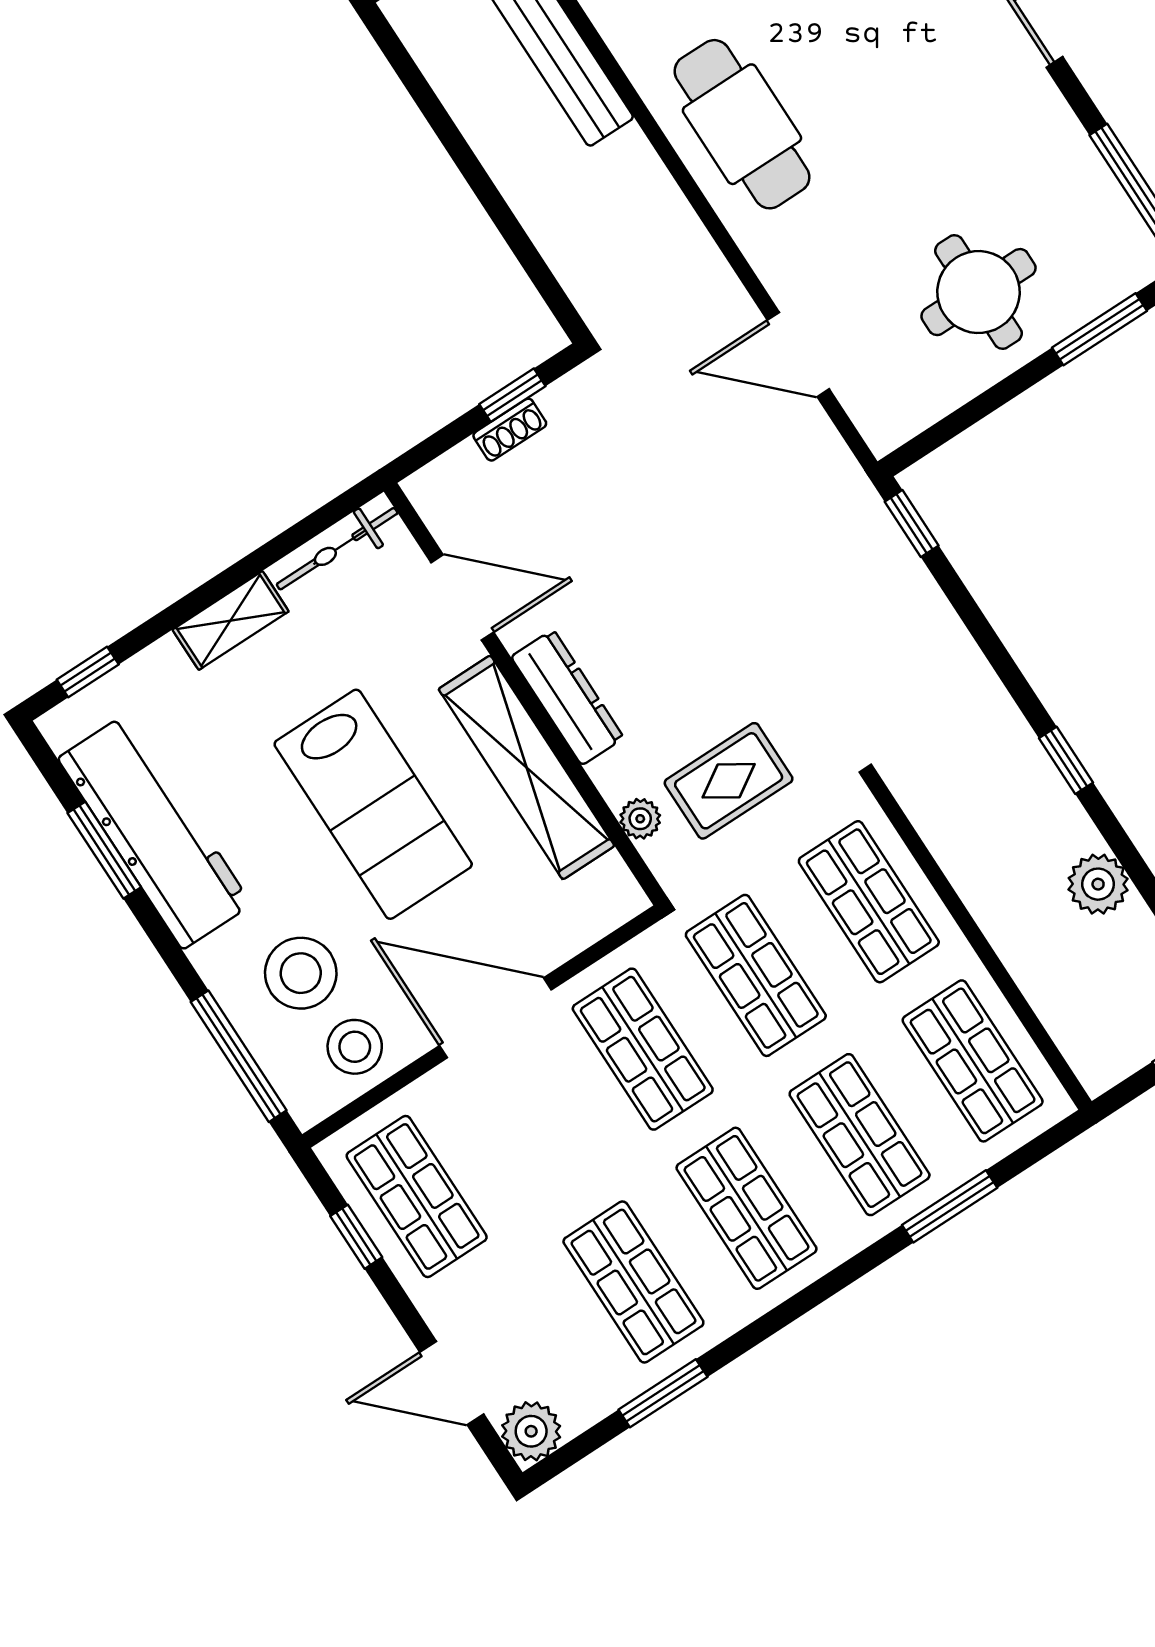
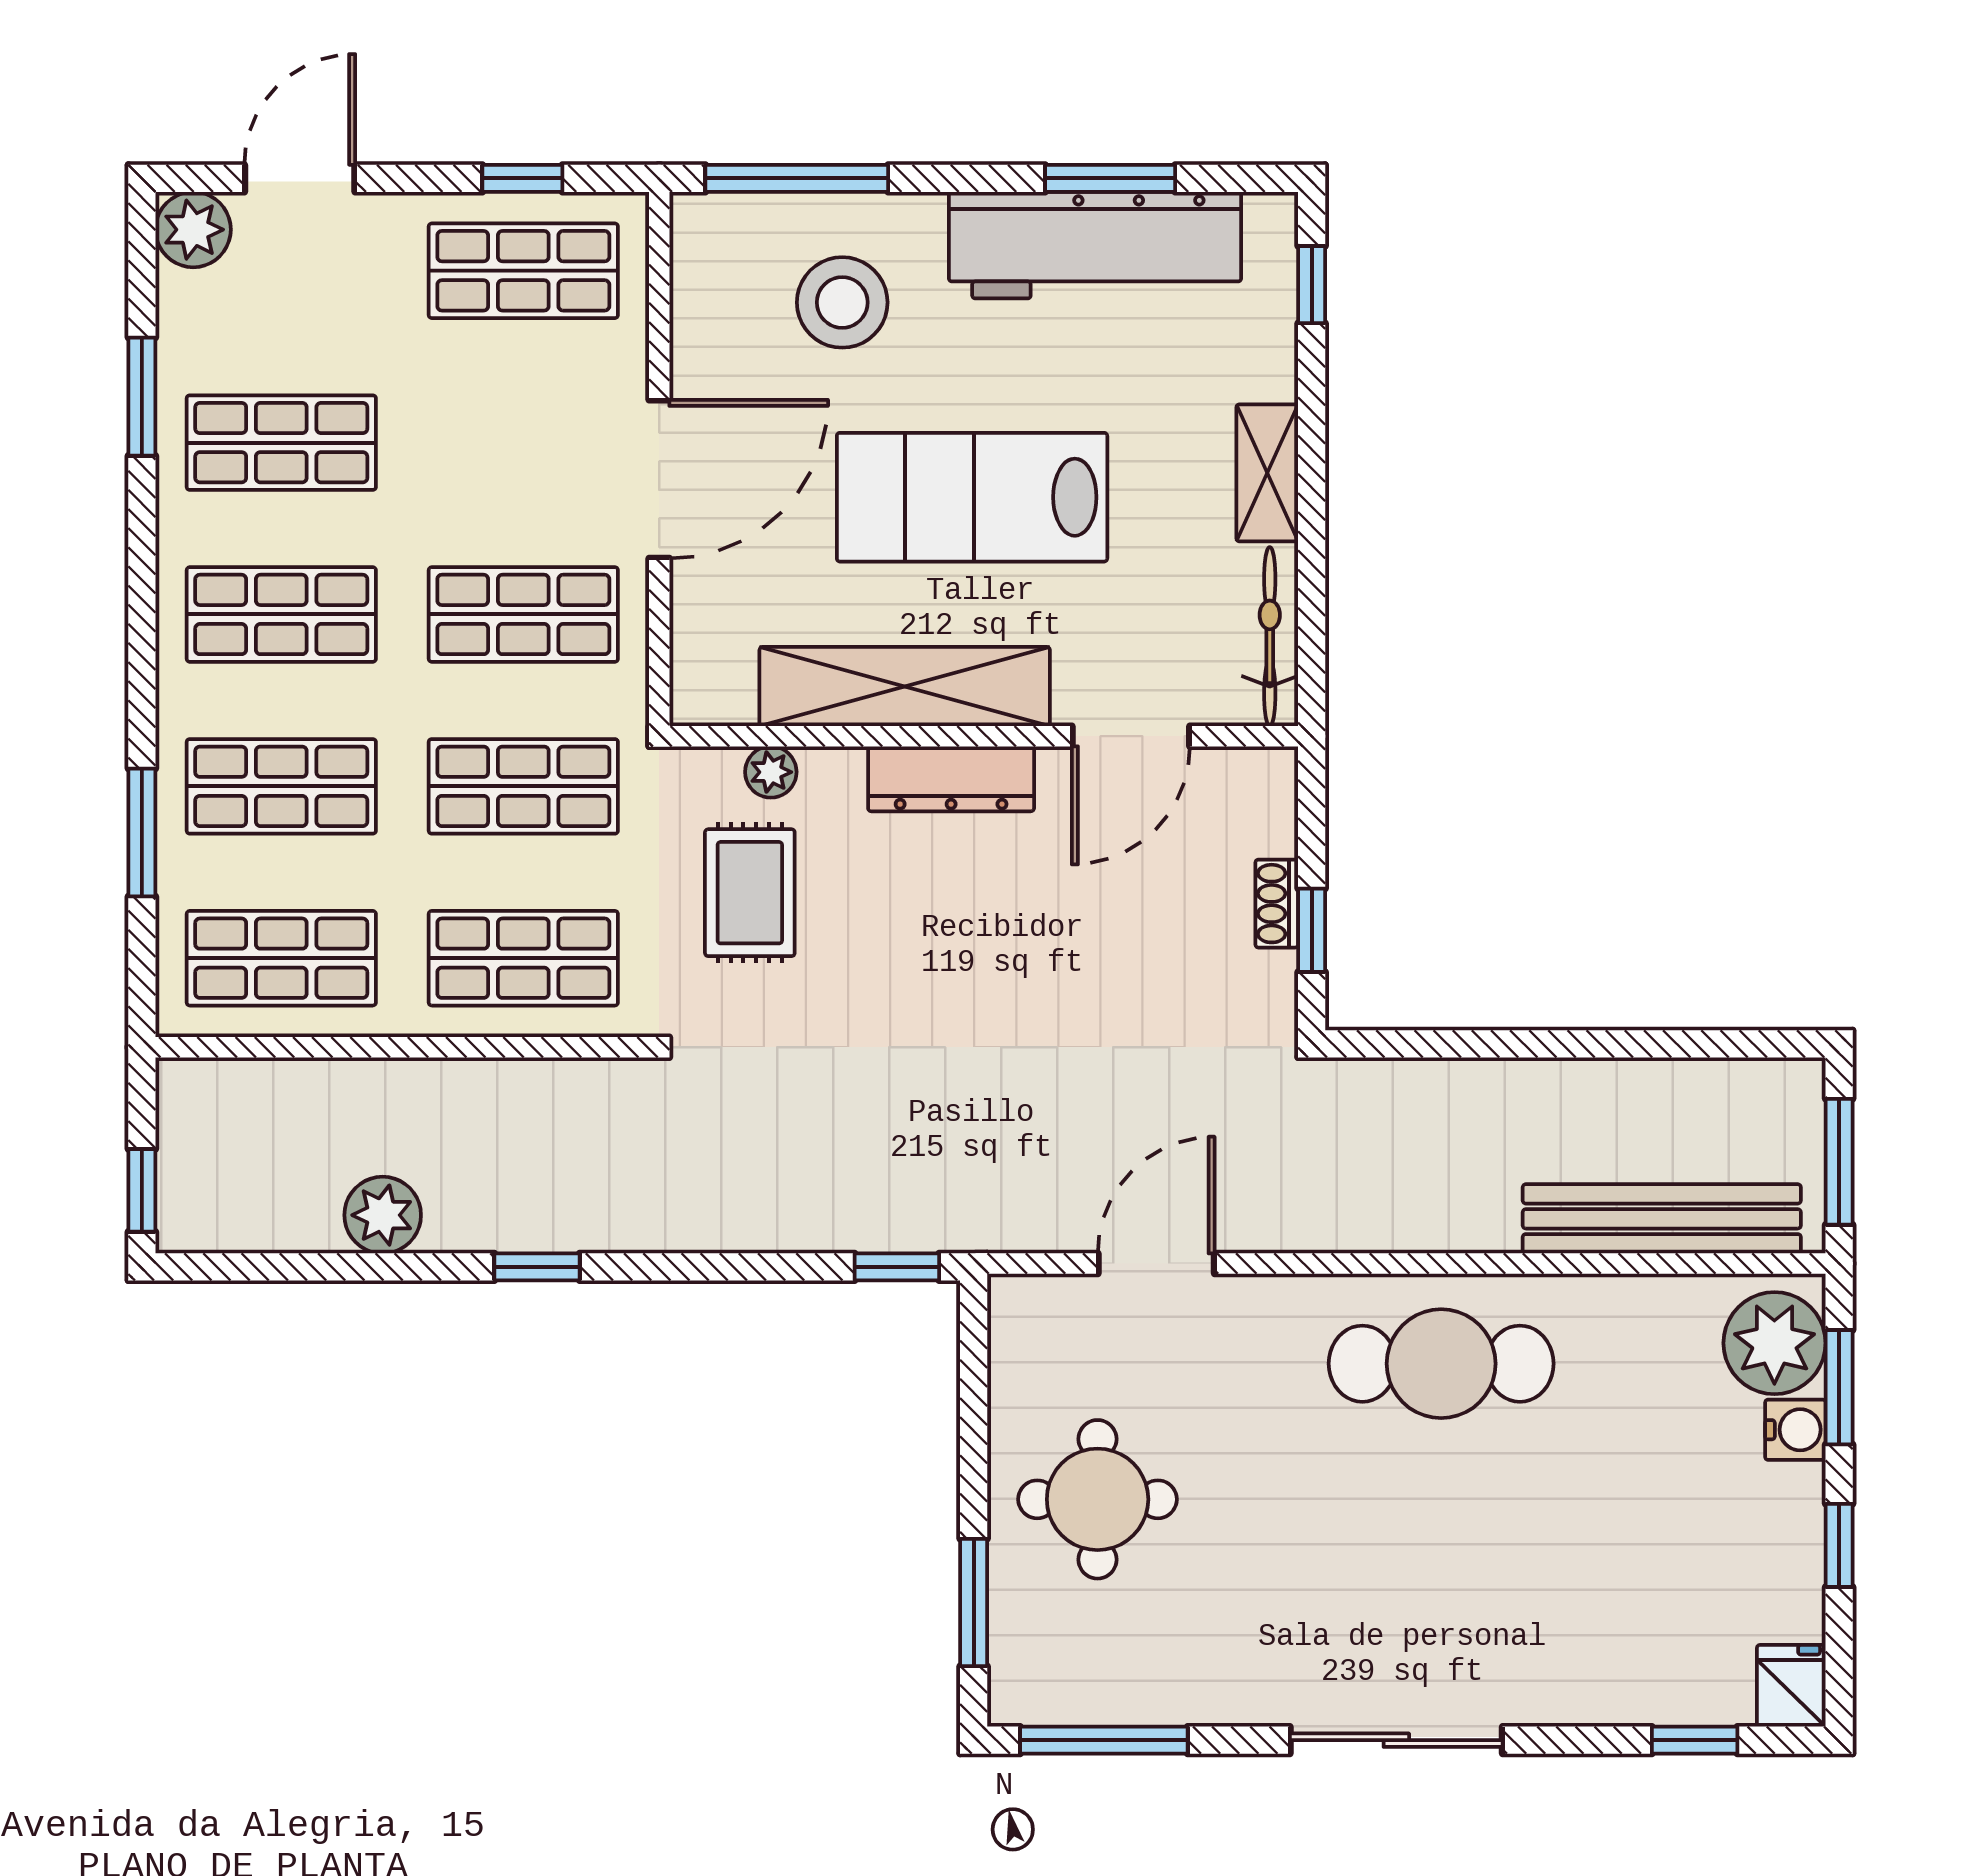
stool: (355, 1047) -> (726, 309), removed

